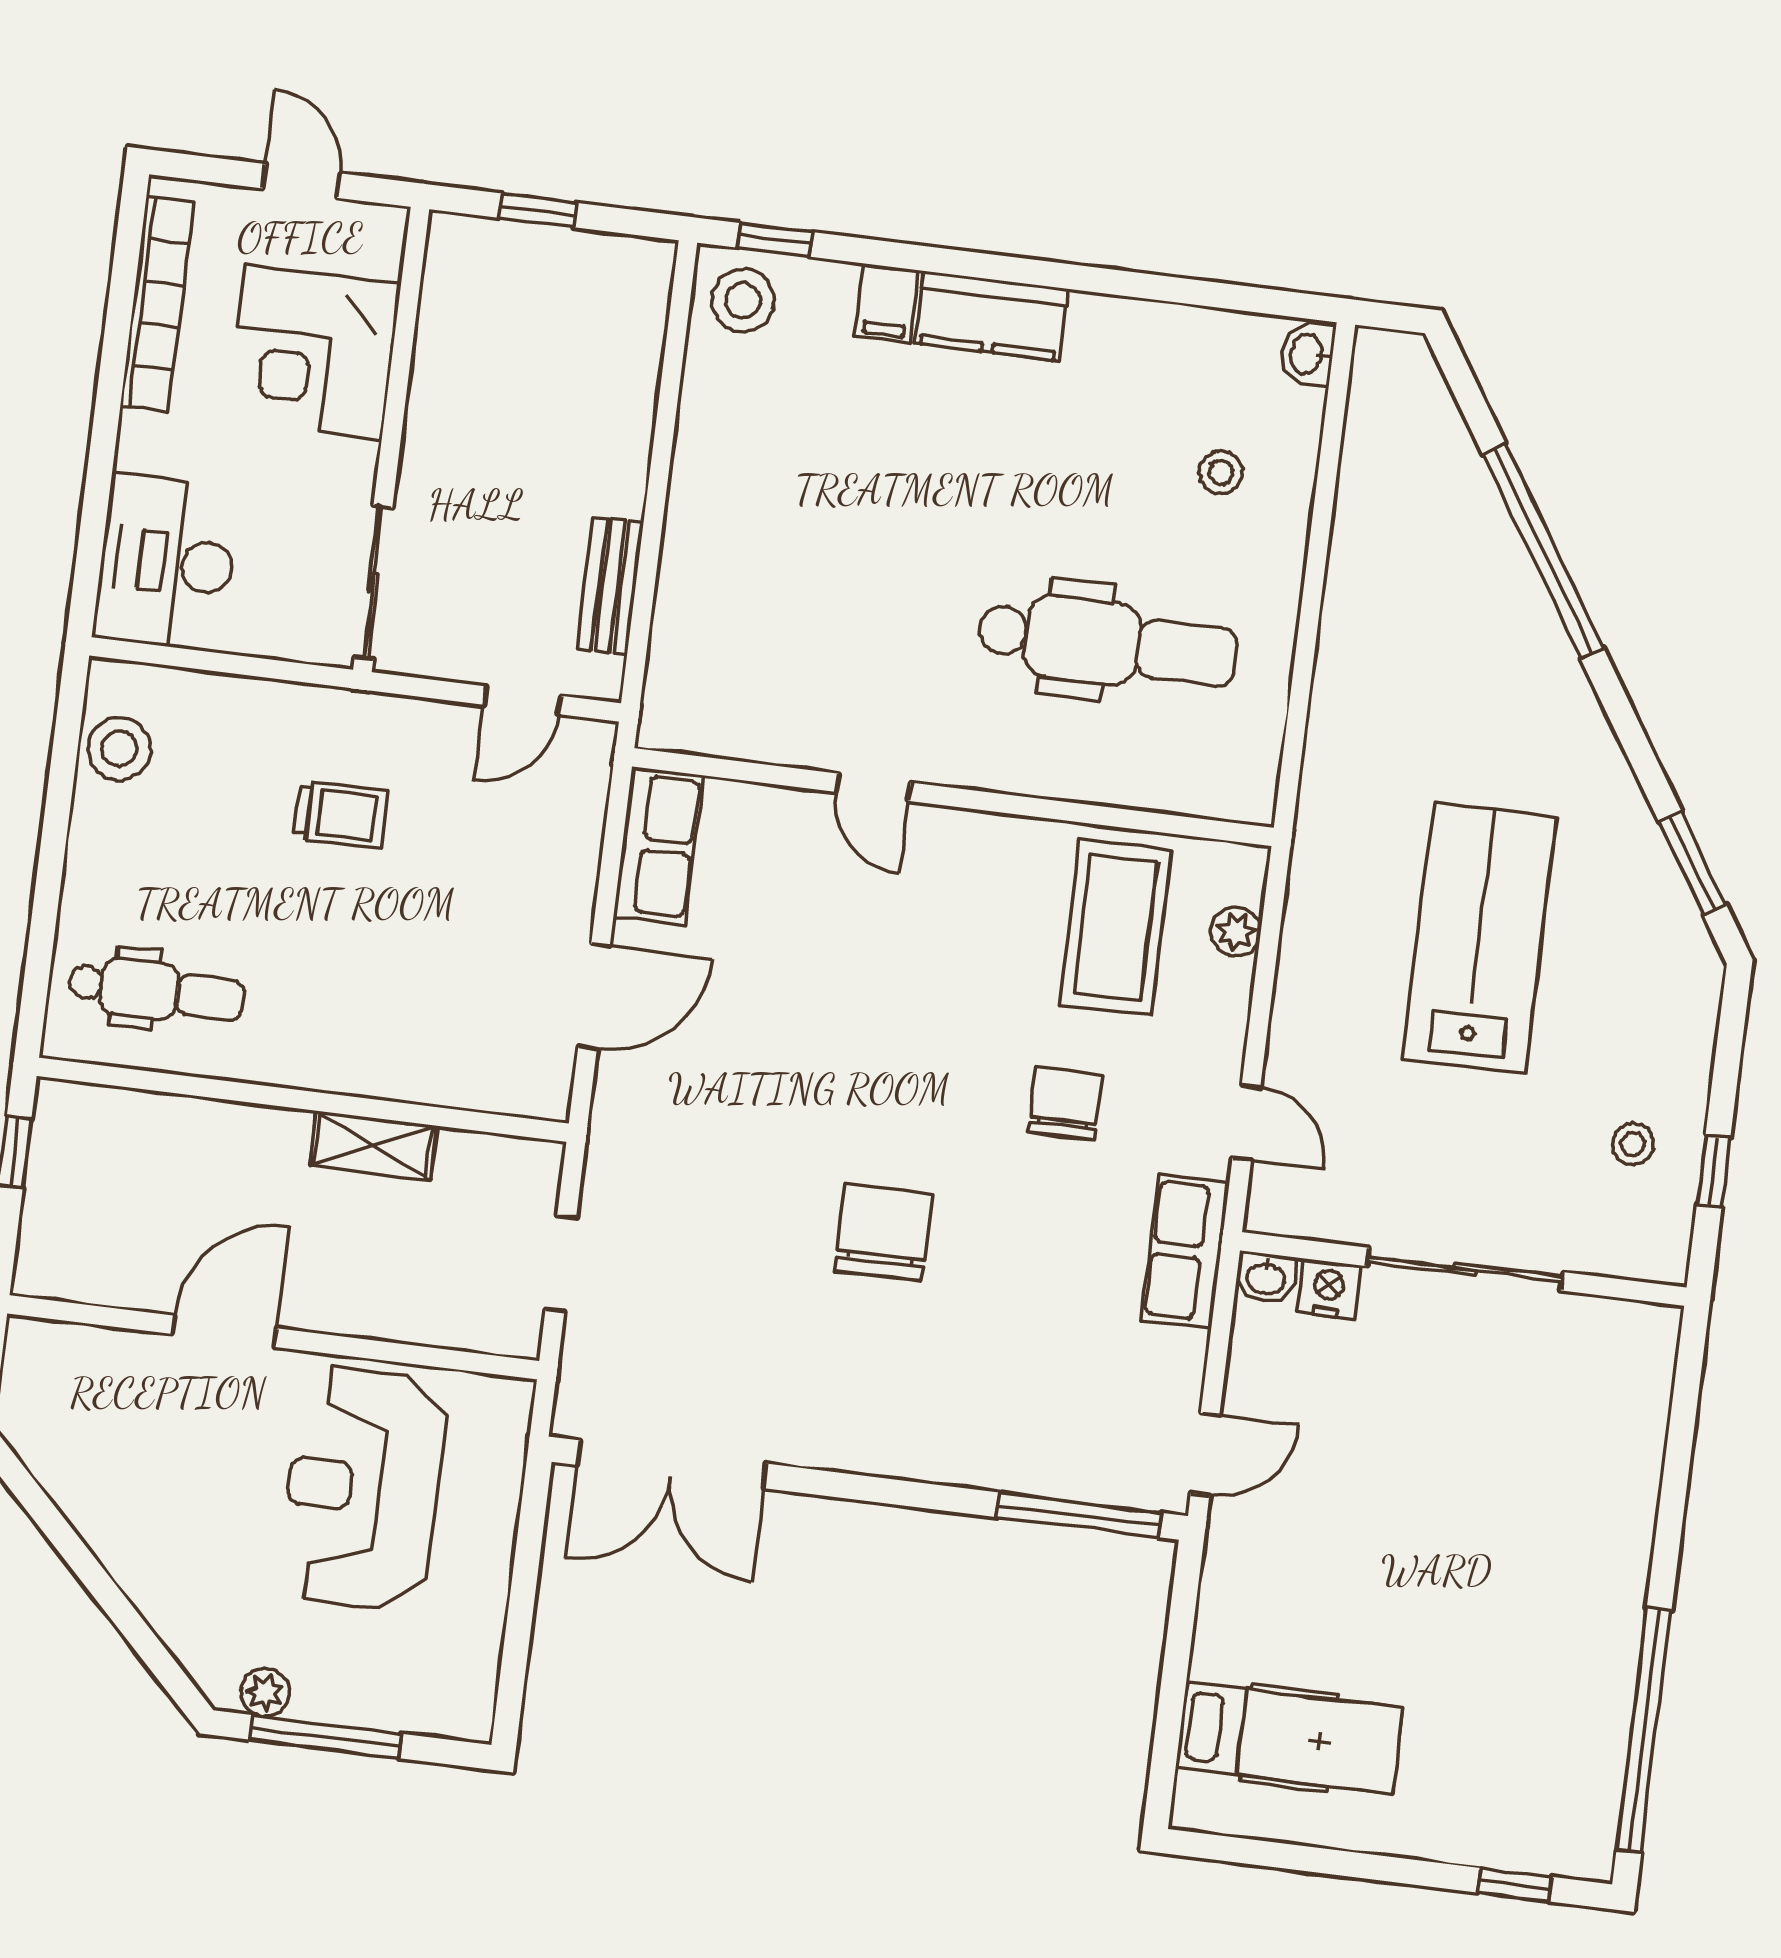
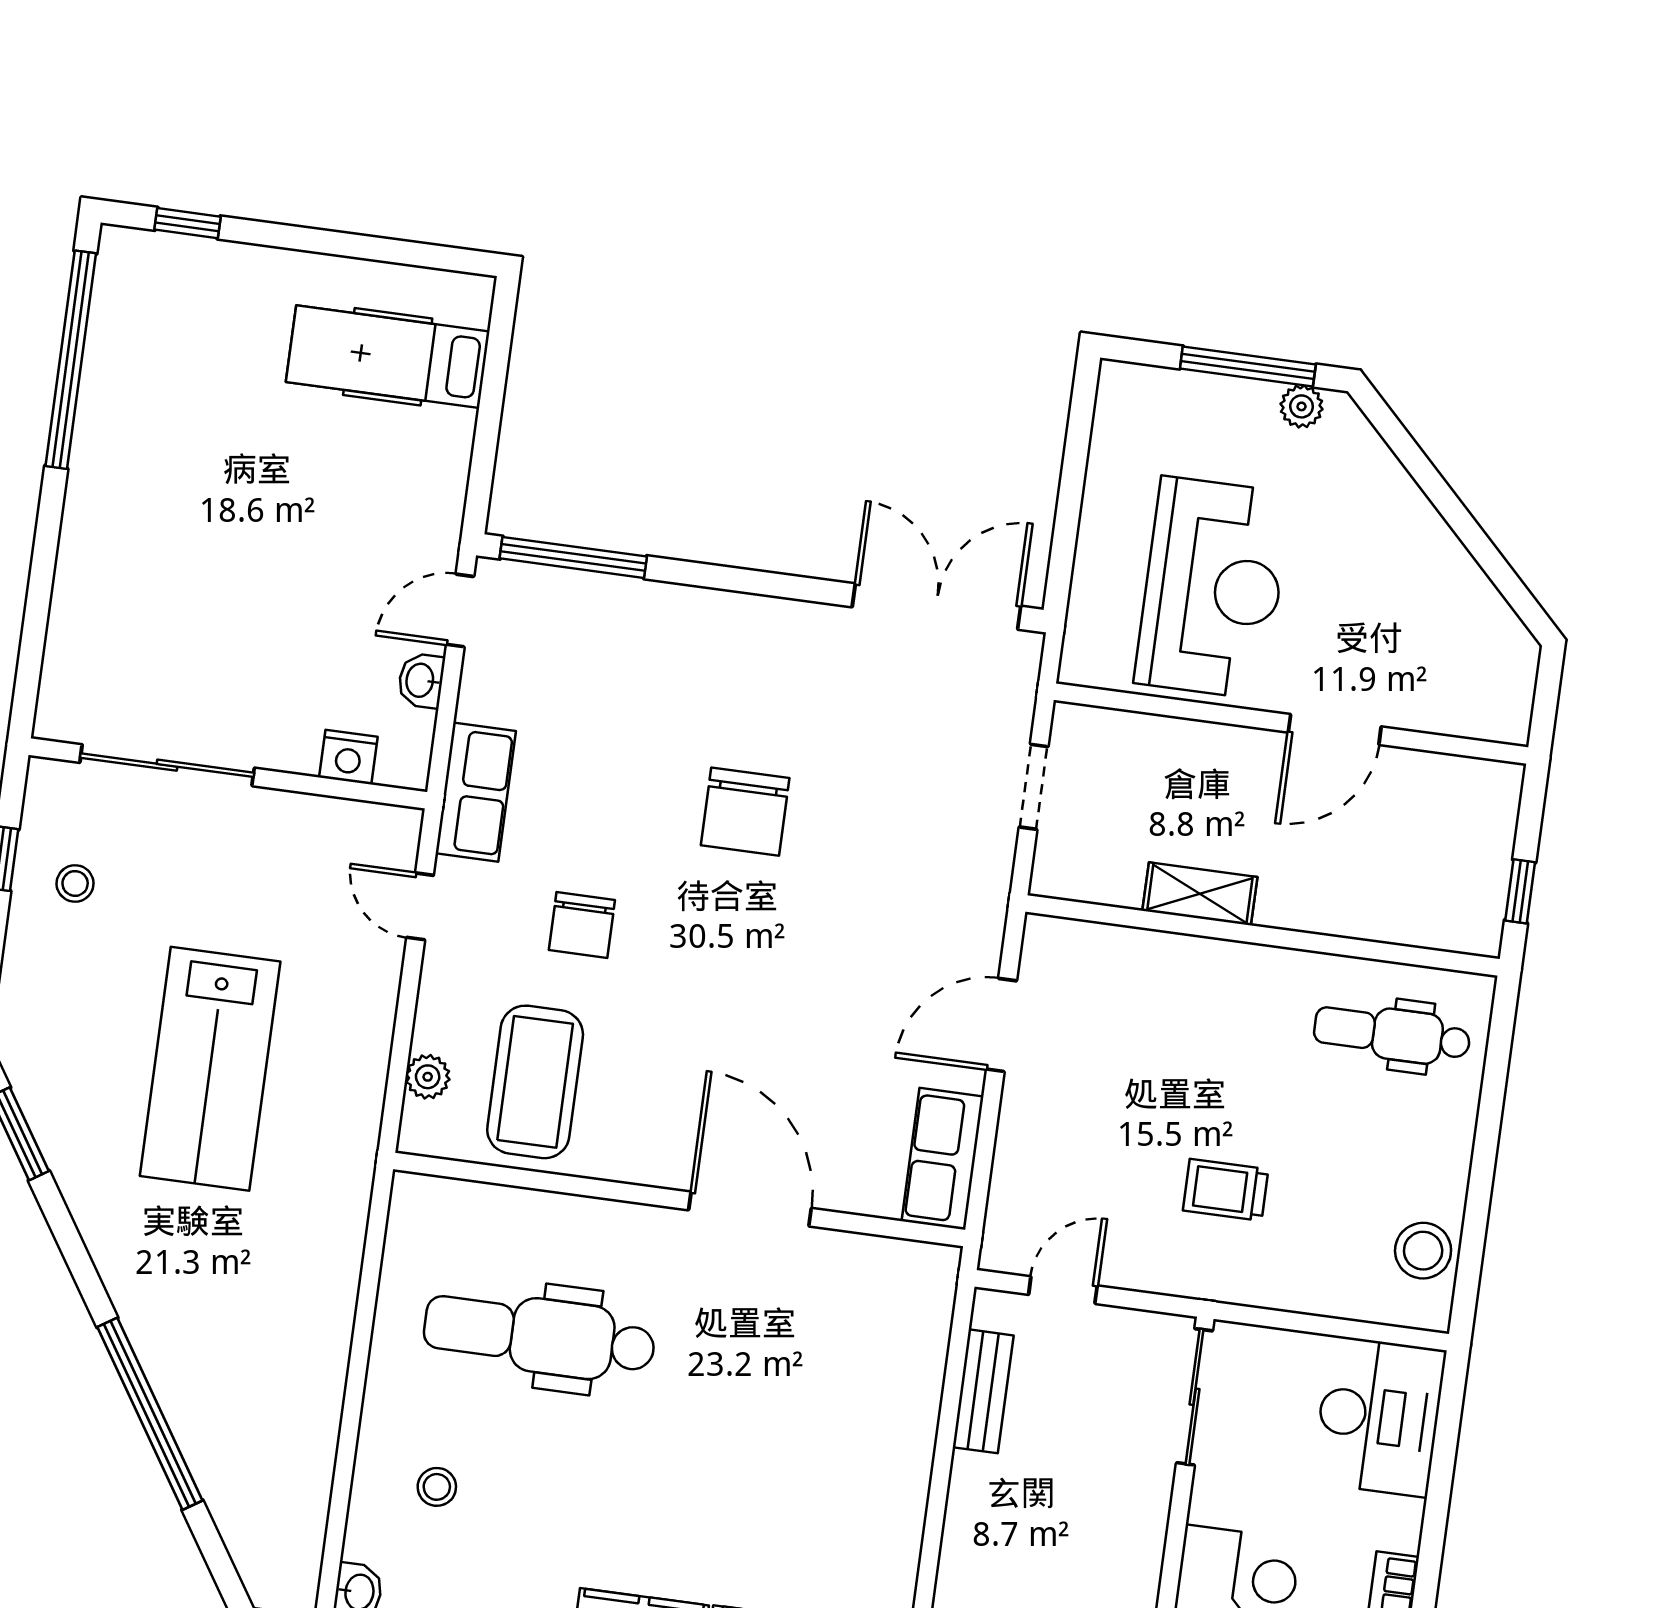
door: (873, 787) -> (750, 1209), width x1.88
sliding door: (1465, 1269) -> (167, 765), moved
washbasin: (1266, 1278) -> (421, 680), moved, turned -90

